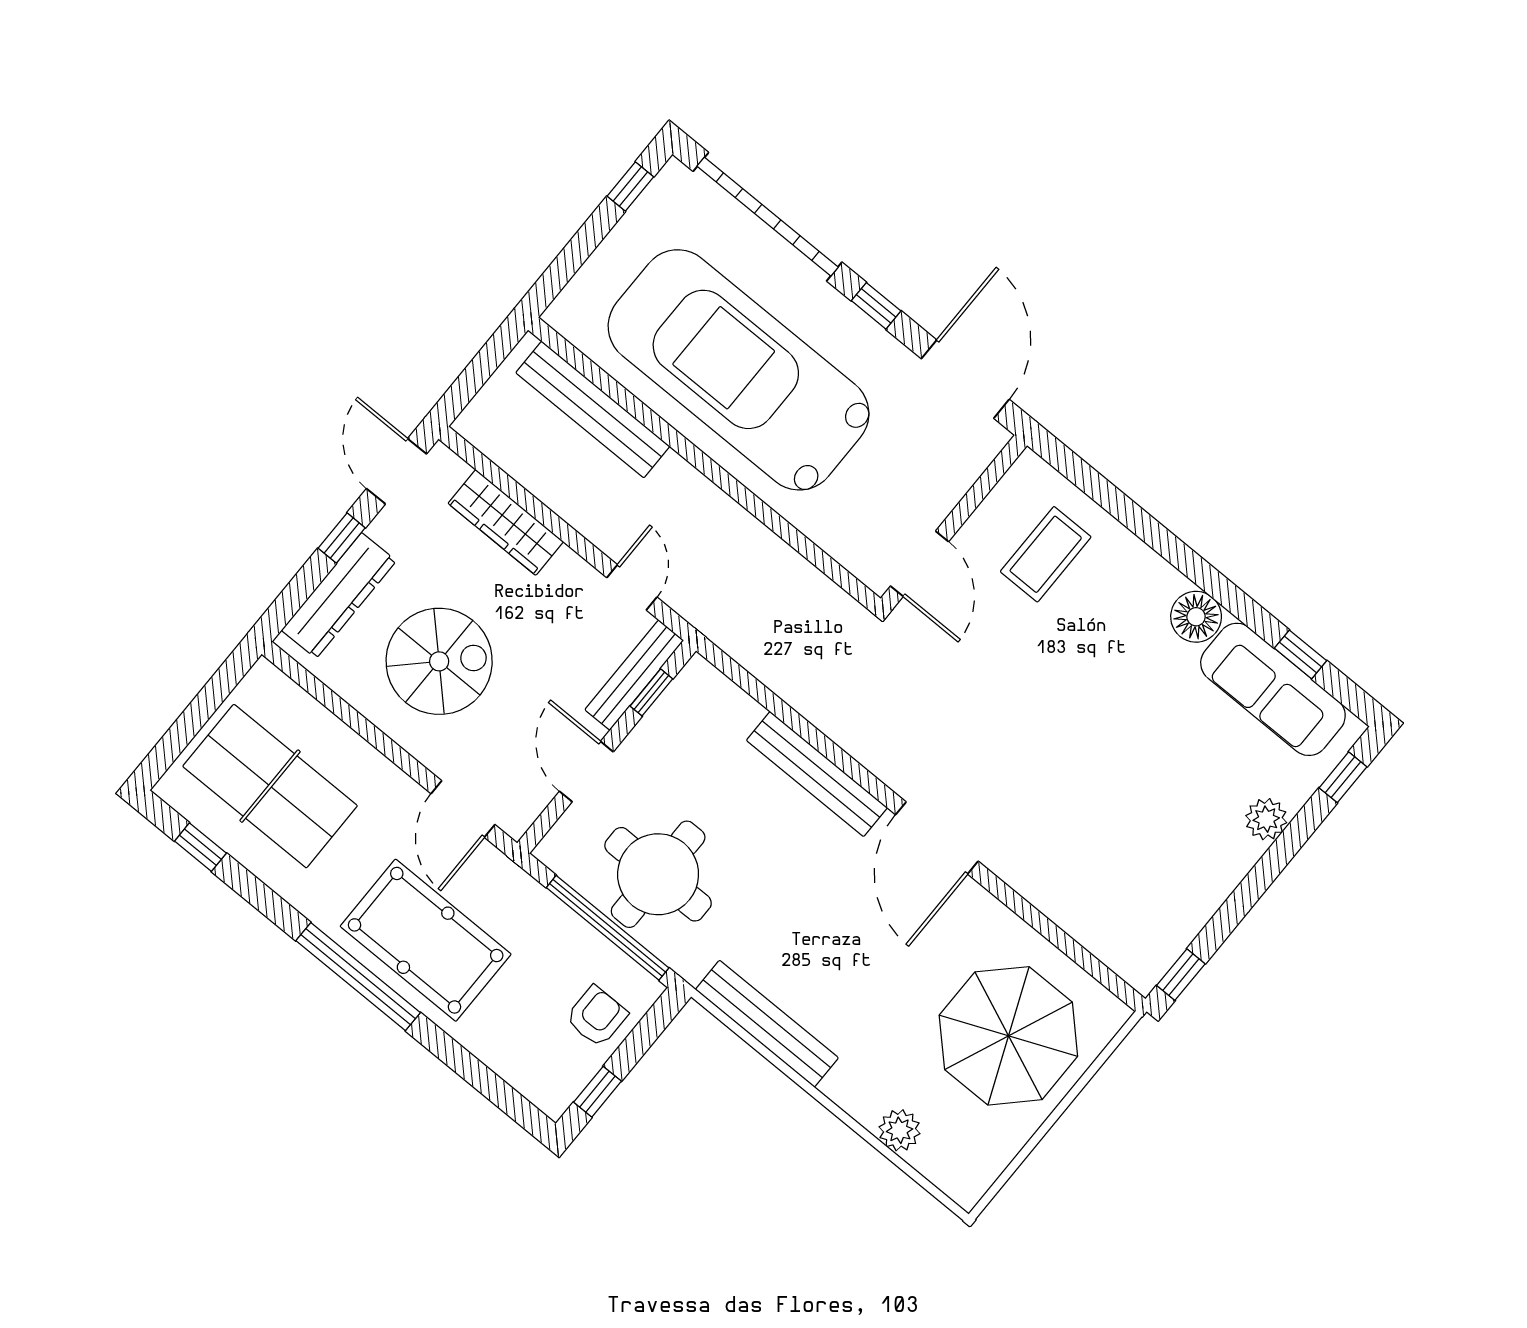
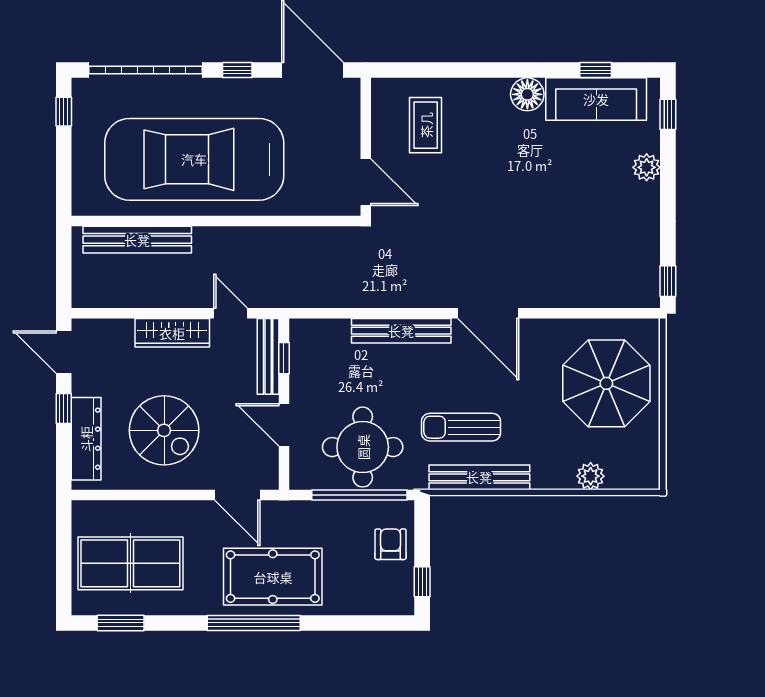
wardrobe: (506, 522) -> (172, 333), moved
spiral stairs: (439, 661) -> (164, 430), turned 90
window: (200, 847) -> (121, 623), width x1.50
sun lounger: (794, 946) -> (461, 427), added

